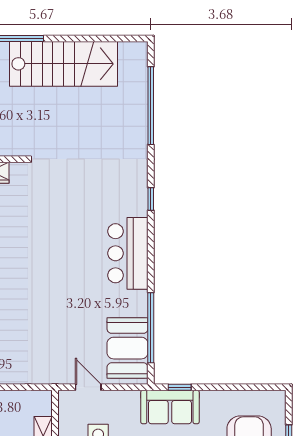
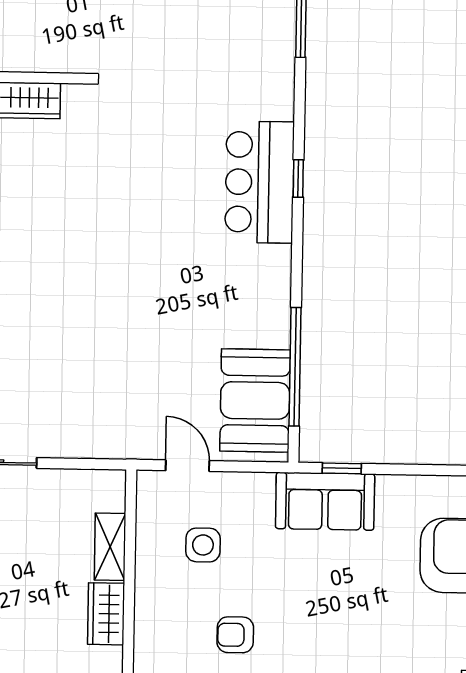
window: (151, 199) -> (298, 178), moved
bar counter: (128, 253) -> (260, 182), moved

